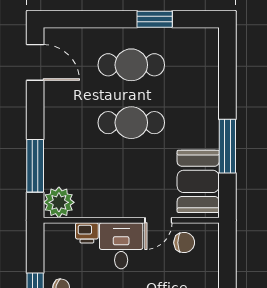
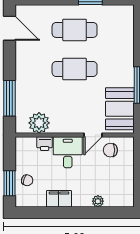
plant: (59, 202) -> (39, 123), moved
chair: (184, 243) -> (110, 150), turned 180

